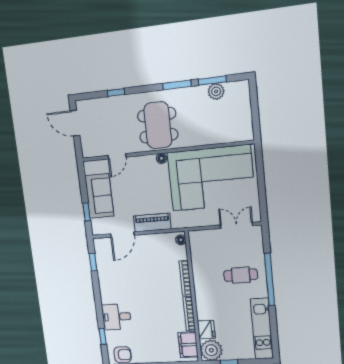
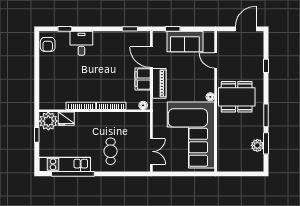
window: (270, 279) -> (73, 174), moved
filing cabinet: (188, 345) -> (143, 79), moved, turned -90

